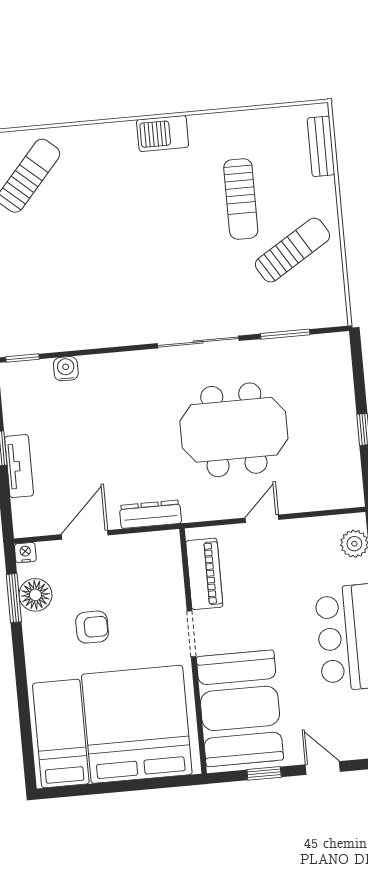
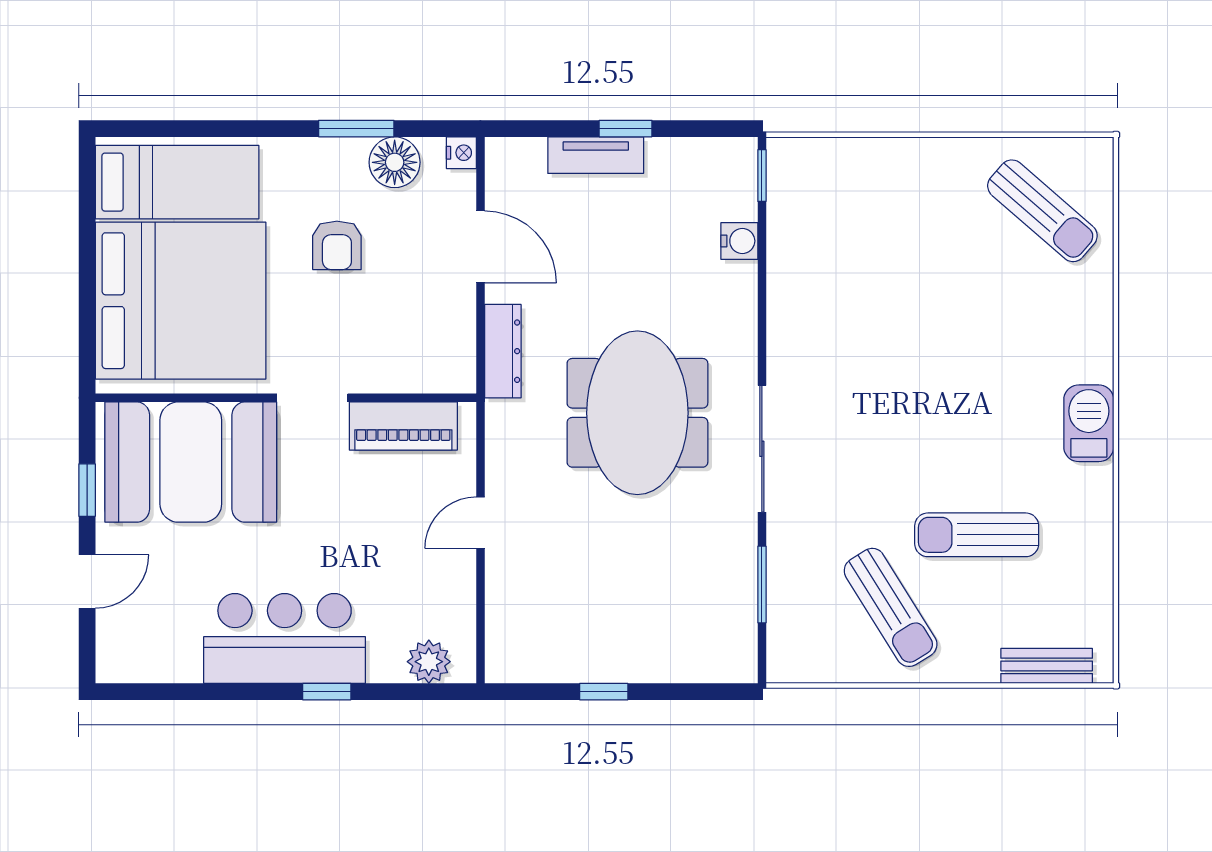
meeting table: (234, 430) -> (637, 413), moved
door: (262, 519) -> (480, 523), swing flipped
window: (14, 598) -> (356, 129), moved

